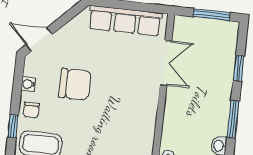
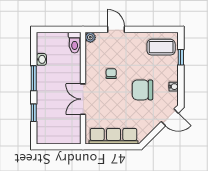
window: (211, 15) -> (56, 147), removed
double door: (166, 63) -> (83, 99), moved
chair: (31, 110) -> (111, 74), moved

